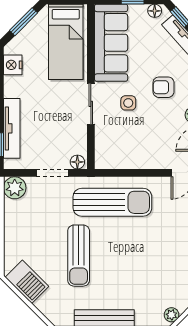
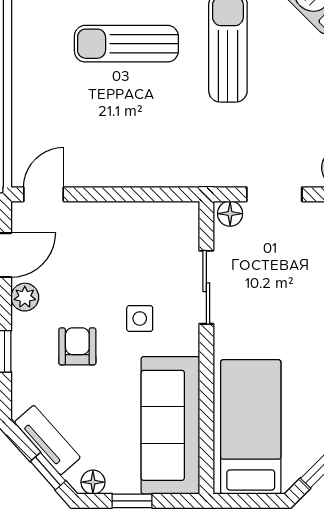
armchair: (163, 87) -> (77, 346), turned -90
sliding door: (91, 104) -> (206, 287), moved
sun lounger: (112, 202) -> (126, 44), moved, width x0.73, depth x0.75

